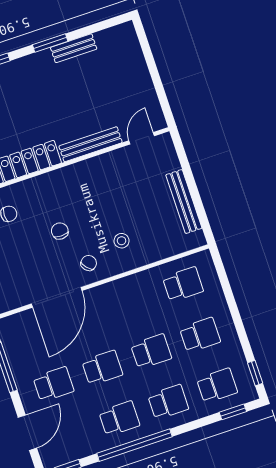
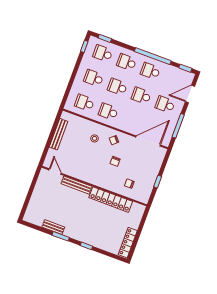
door: (142, 138) -> (55, 172), swing flipped
door: (57, 297) -> (148, 141), moved
school desk: (134, 301) -> (108, 112), added

